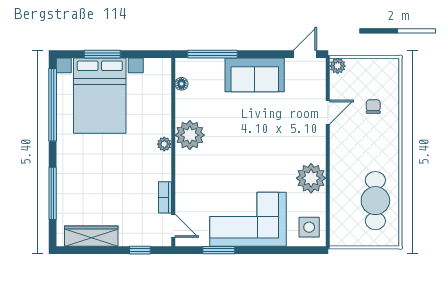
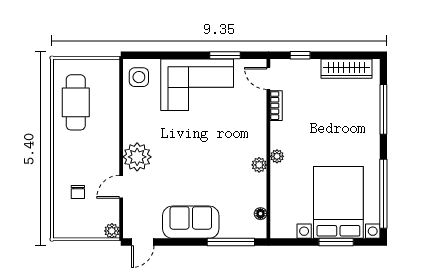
plant: (190, 135) -> (259, 165), width x0.53, depth x0.53
plant: (311, 178) -> (137, 157), moved

